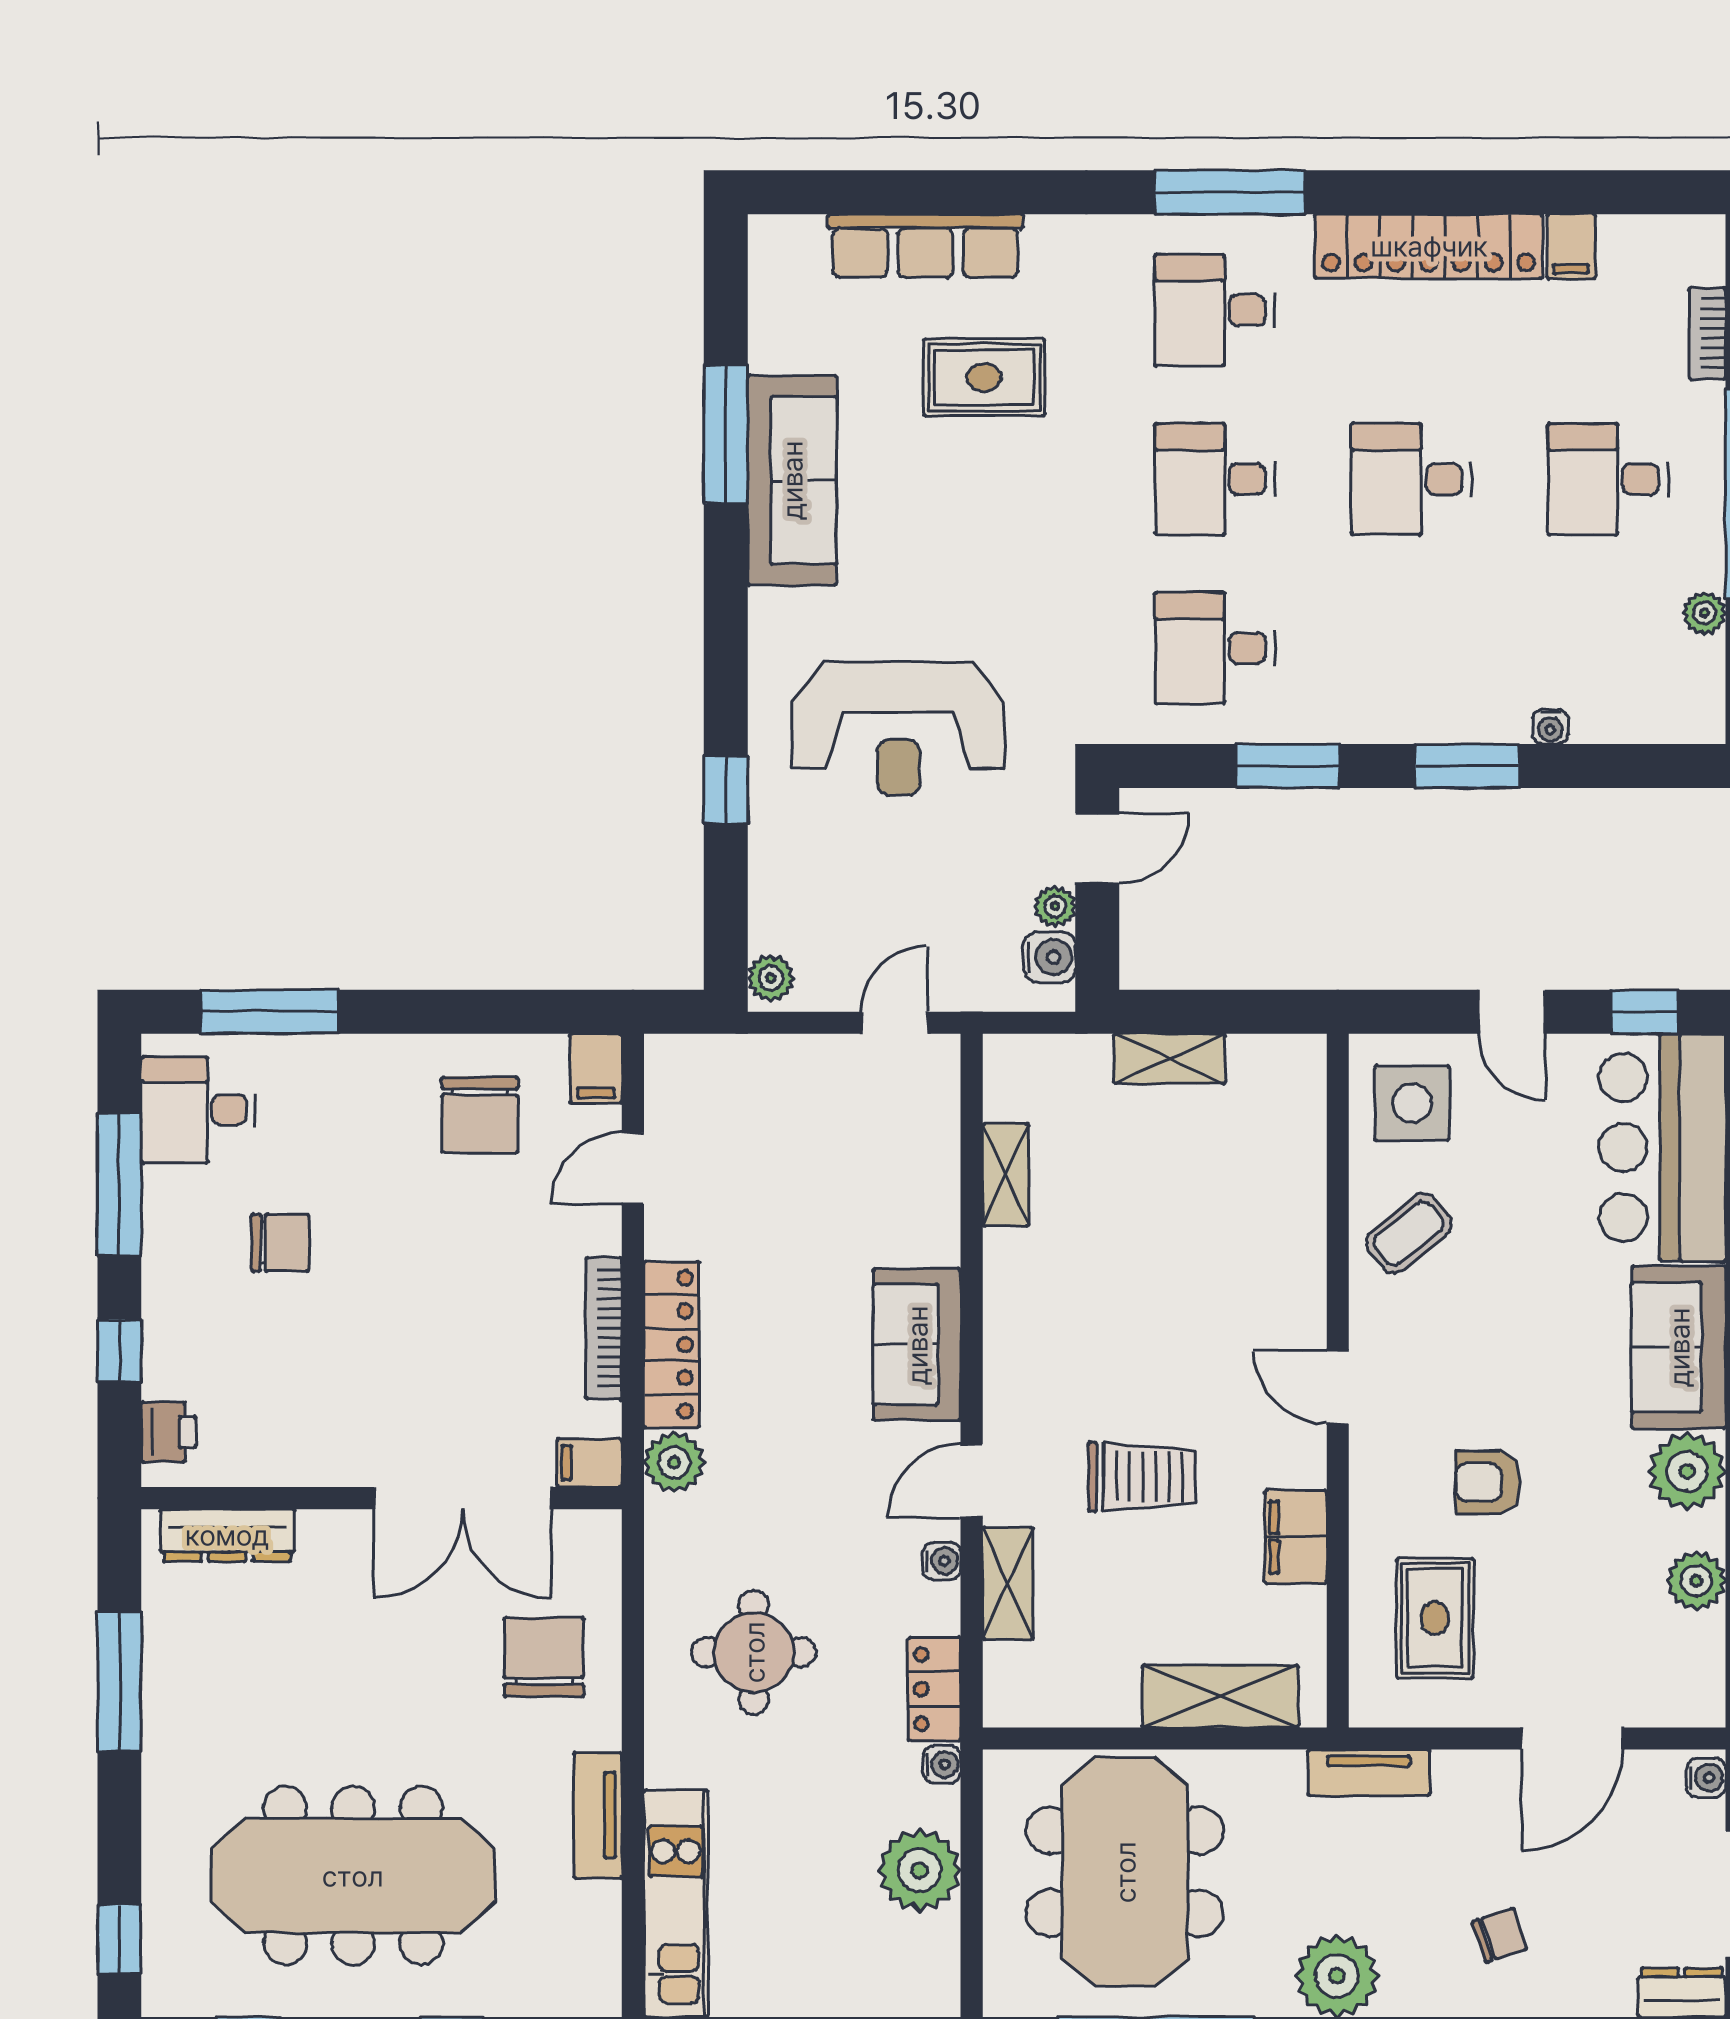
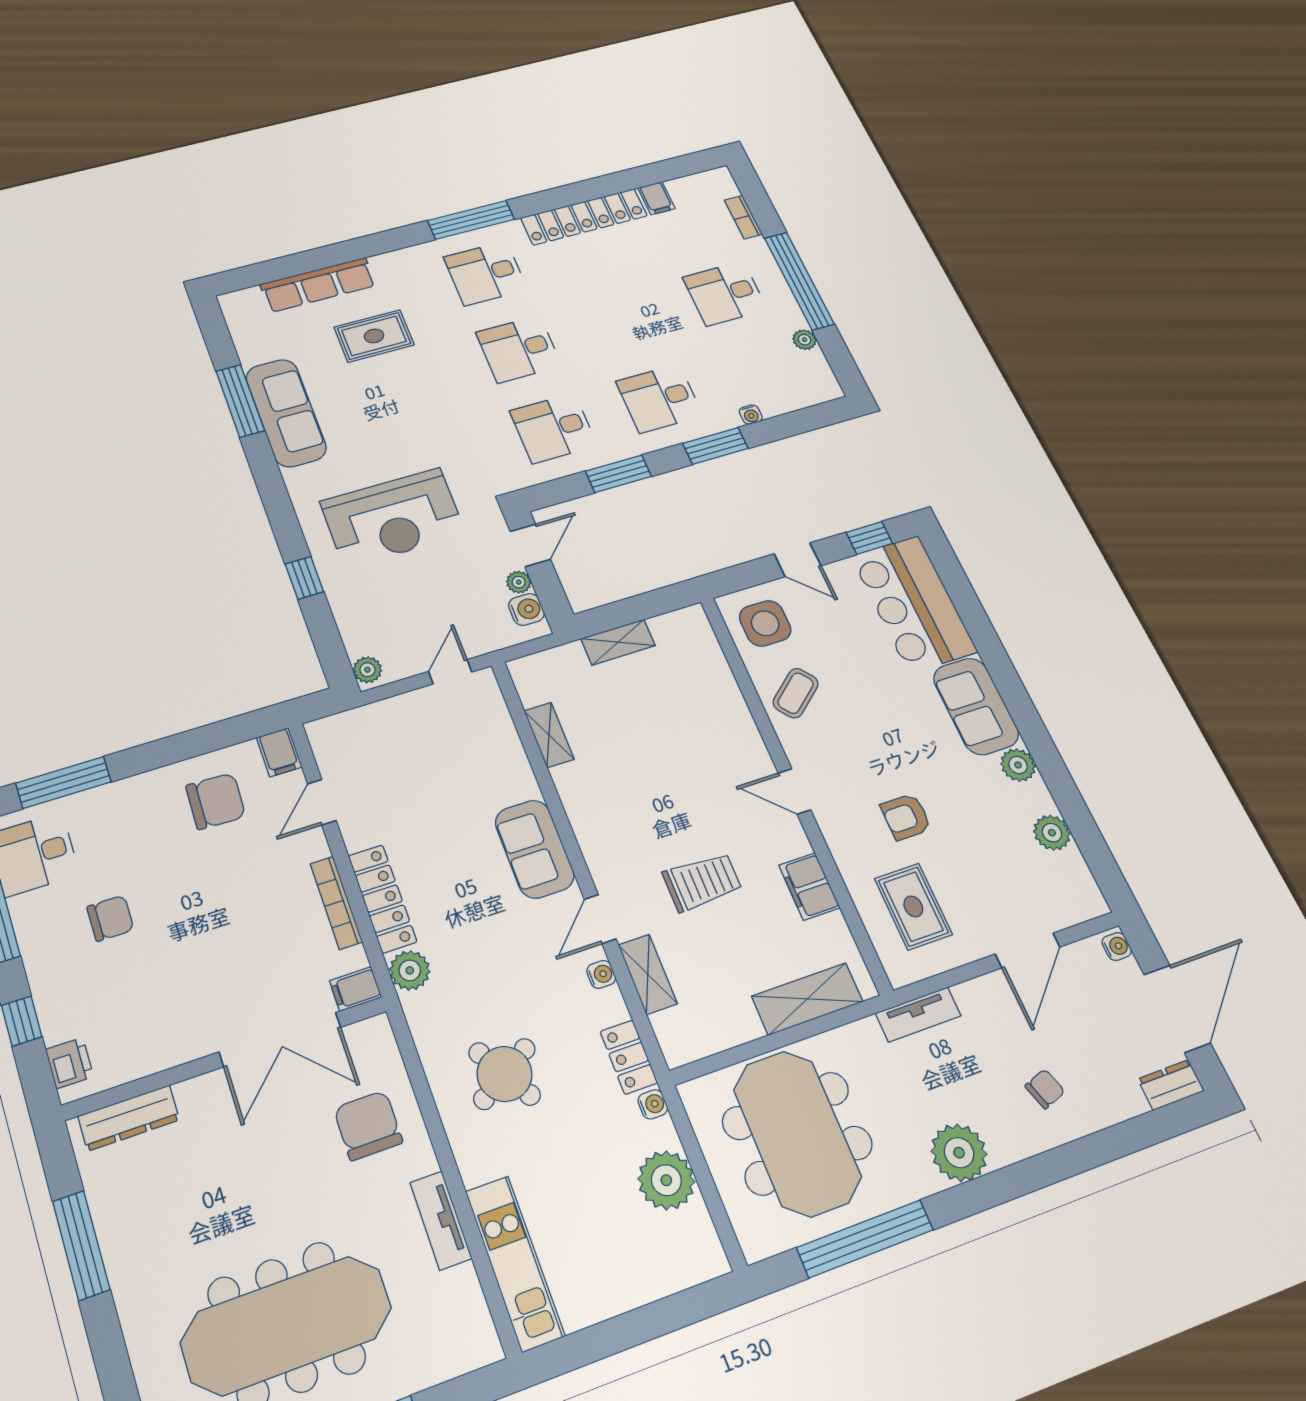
desk: (1411, 479) -> (659, 399), moved
chair: (480, 1115) -> (216, 801), turned -88
plant: (1687, 1471) -> (1018, 765), width x0.73, depth x0.73
round table: (754, 1652) -> (504, 1074), turned -31

